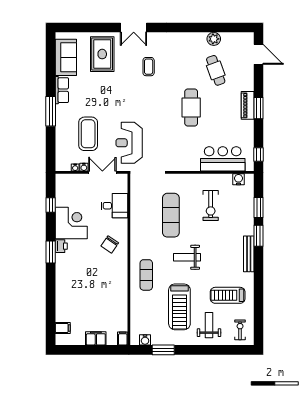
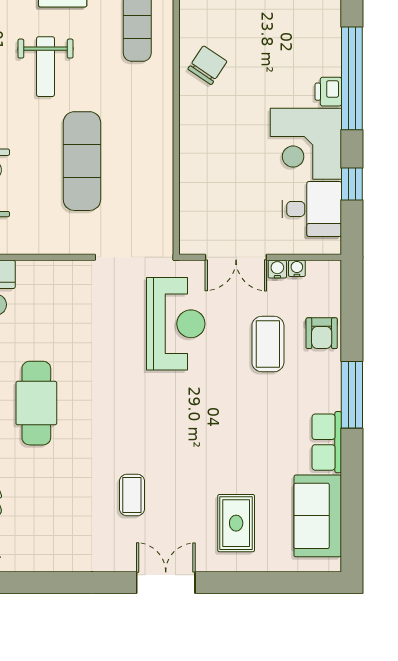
rug: (102, 54) -> (236, 523), width x0.73, depth x0.70
coffee table: (88, 134) -> (268, 344), width x0.73, depth x0.76
armchair: (64, 139) -> (322, 333), added
desk: (114, 206) -> (312, 209), moved, turned 180
chair: (110, 244) -> (207, 65), moved
window: (51, 252) -> (352, 78), width x2.11
weight bench: (187, 257) -> (46, 67), turned 90

